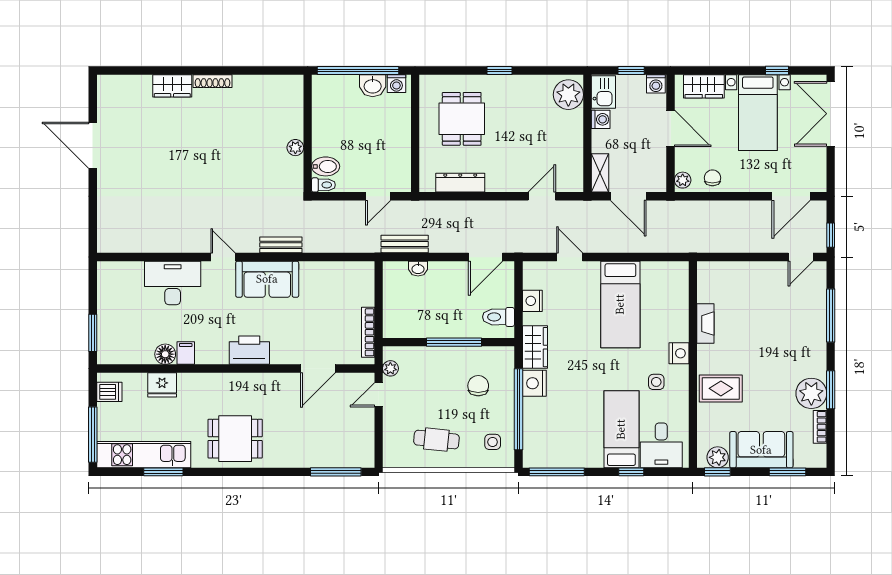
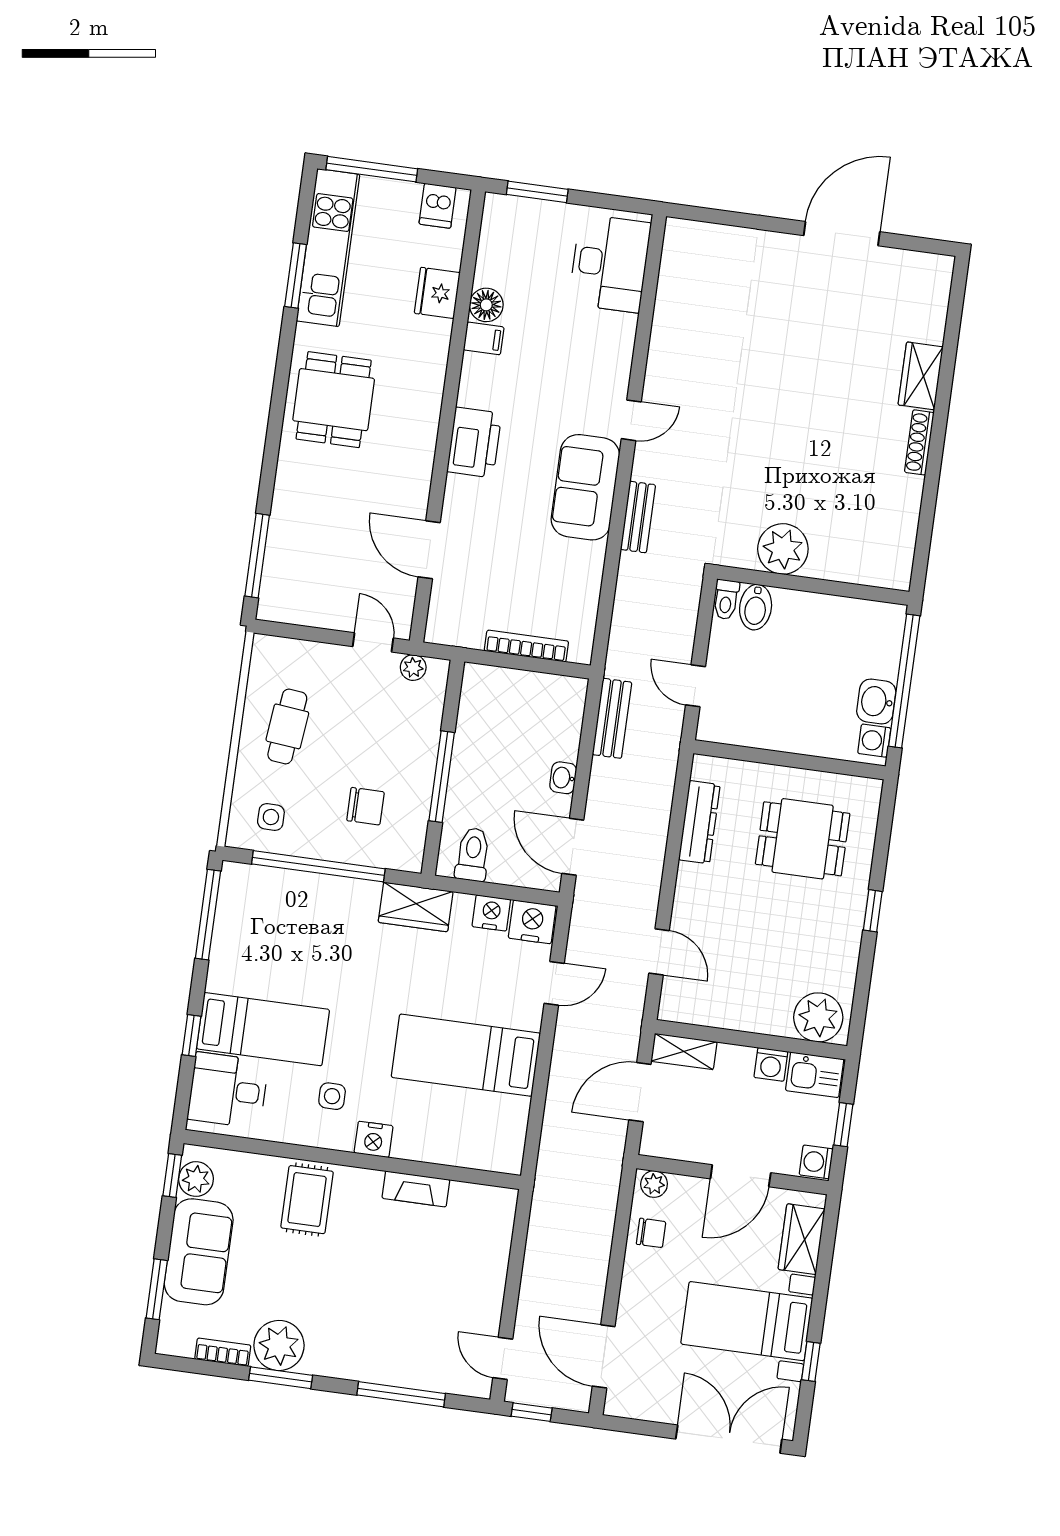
plant: (295, 148) -> (783, 549), width x1.87, depth x1.87
washbasin: (418, 269) -> (563, 778), moved
desk: (173, 283) -> (610, 263), moved
bookcase: (368, 332) -> (526, 646), moved
nightstand: (534, 383) -> (532, 922), moved

